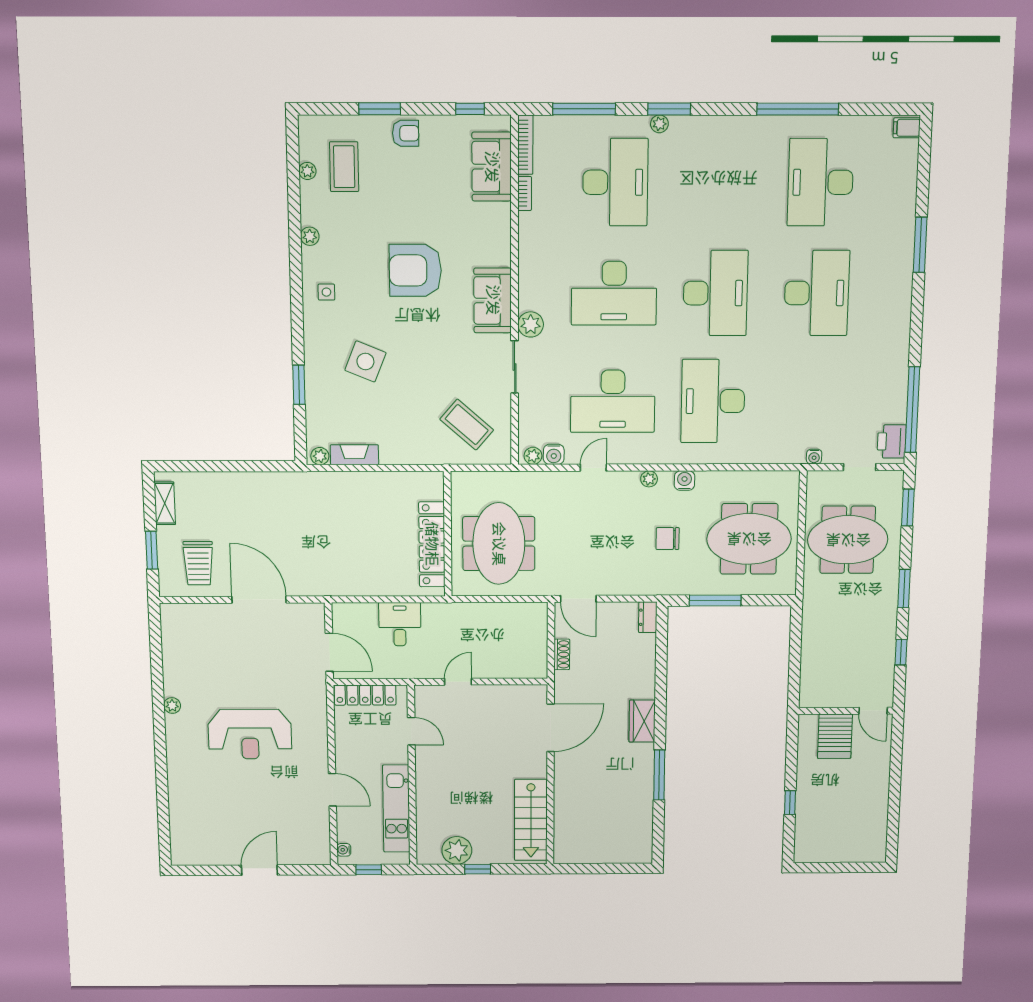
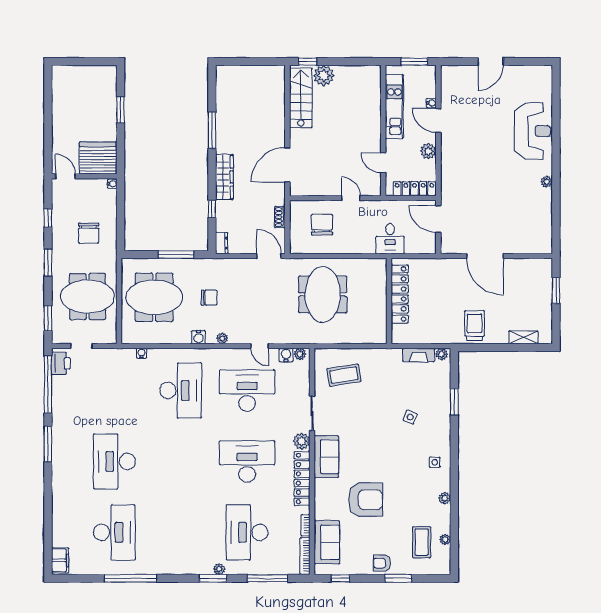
filing cabinet: (907, 128) -> (60, 560), width x2.00
window: (920, 245) -> (48, 444), moved
locker: (530, 267) -> (302, 478), added
armchair: (415, 270) -> (366, 500), moved
desk: (715, 293) -> (181, 461), removed
side table: (365, 361) -> (410, 417), width x0.54, depth x0.54
coffee table: (467, 425) -> (344, 375), turned -50
water cooler: (814, 457) -> (142, 353), moved
door: (593, 468) -> (260, 346), hinge flipped
shelving: (165, 503) -> (523, 337), moved, turned 90
wall: (448, 534) -> (389, 301), moved
locker: (432, 544) -> (400, 294), moved
trolley: (198, 563) -> (475, 326), moved
chair: (842, 631) -> (89, 233), added
chair: (500, 644) -> (322, 225), added
window: (661, 666) -> (212, 209), added
door: (458, 682) -> (351, 198), swing flipped
water cooler: (806, 700) -> (112, 184), added
wardrobe: (642, 721) -> (224, 177), width x1.50
reception desk: (250, 734) -> (532, 131), moved, turned 90
server rack: (835, 736) -> (98, 158), width x1.60
plant: (346, 748) -> (428, 151), added
window: (790, 803) -> (120, 110), width x1.50
water cooler: (344, 850) -> (431, 103), moved
plant: (457, 850) -> (324, 76), moved
window: (478, 869) -> (308, 62), moved
window: (369, 870) -> (414, 62), width x1.50

